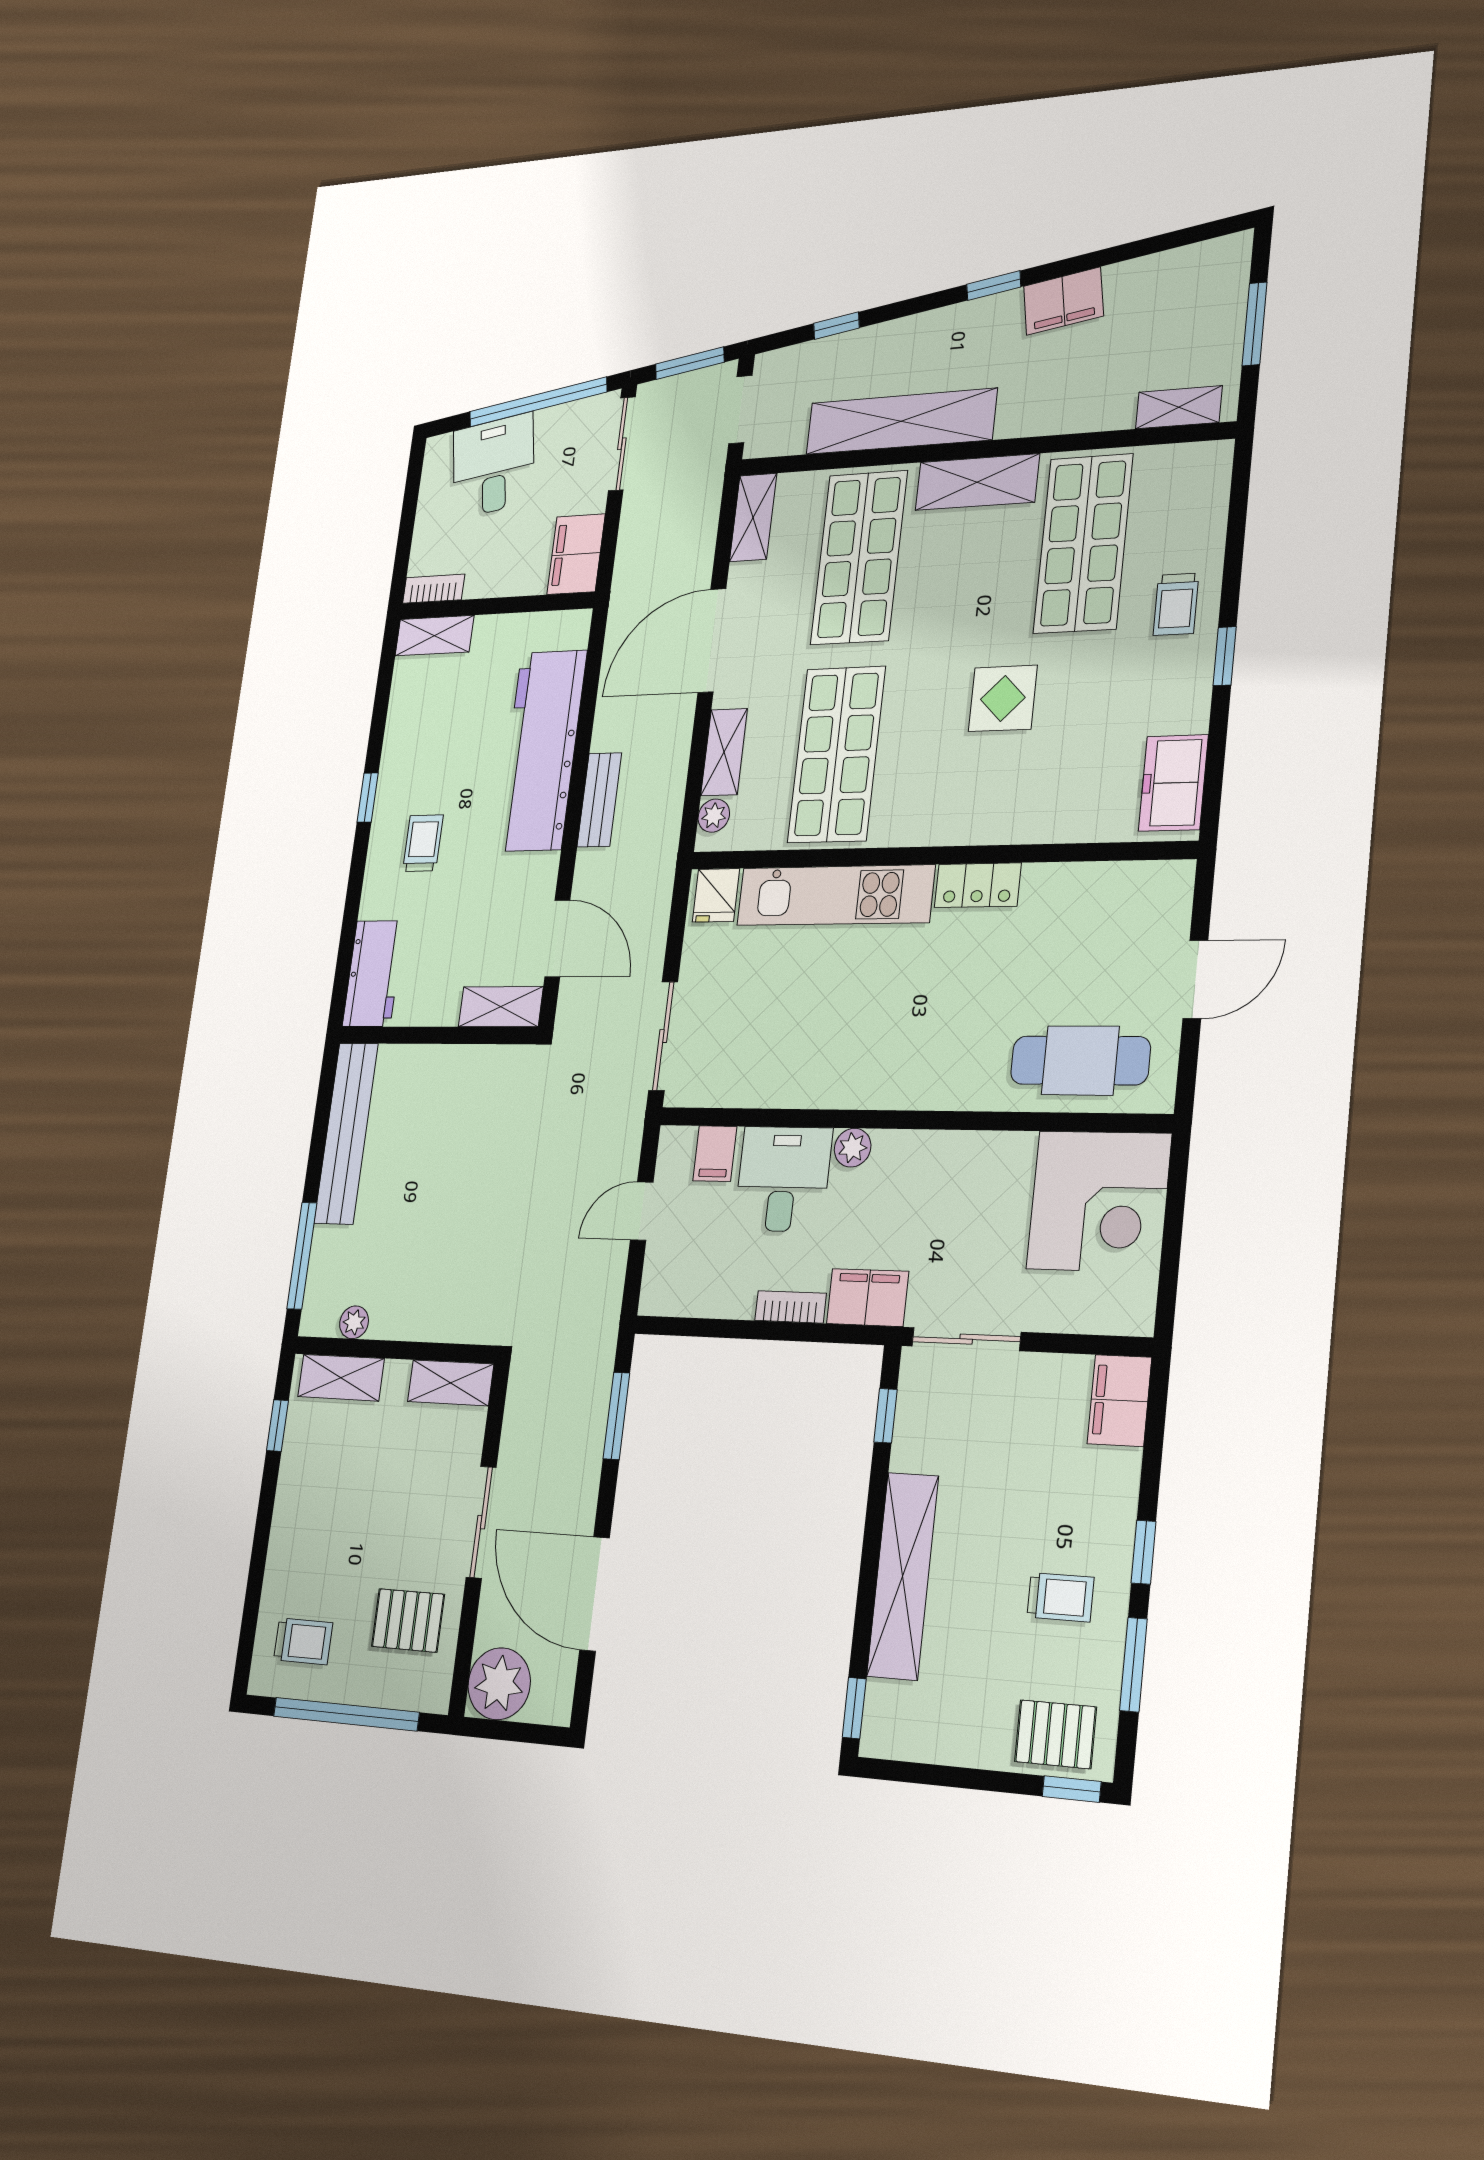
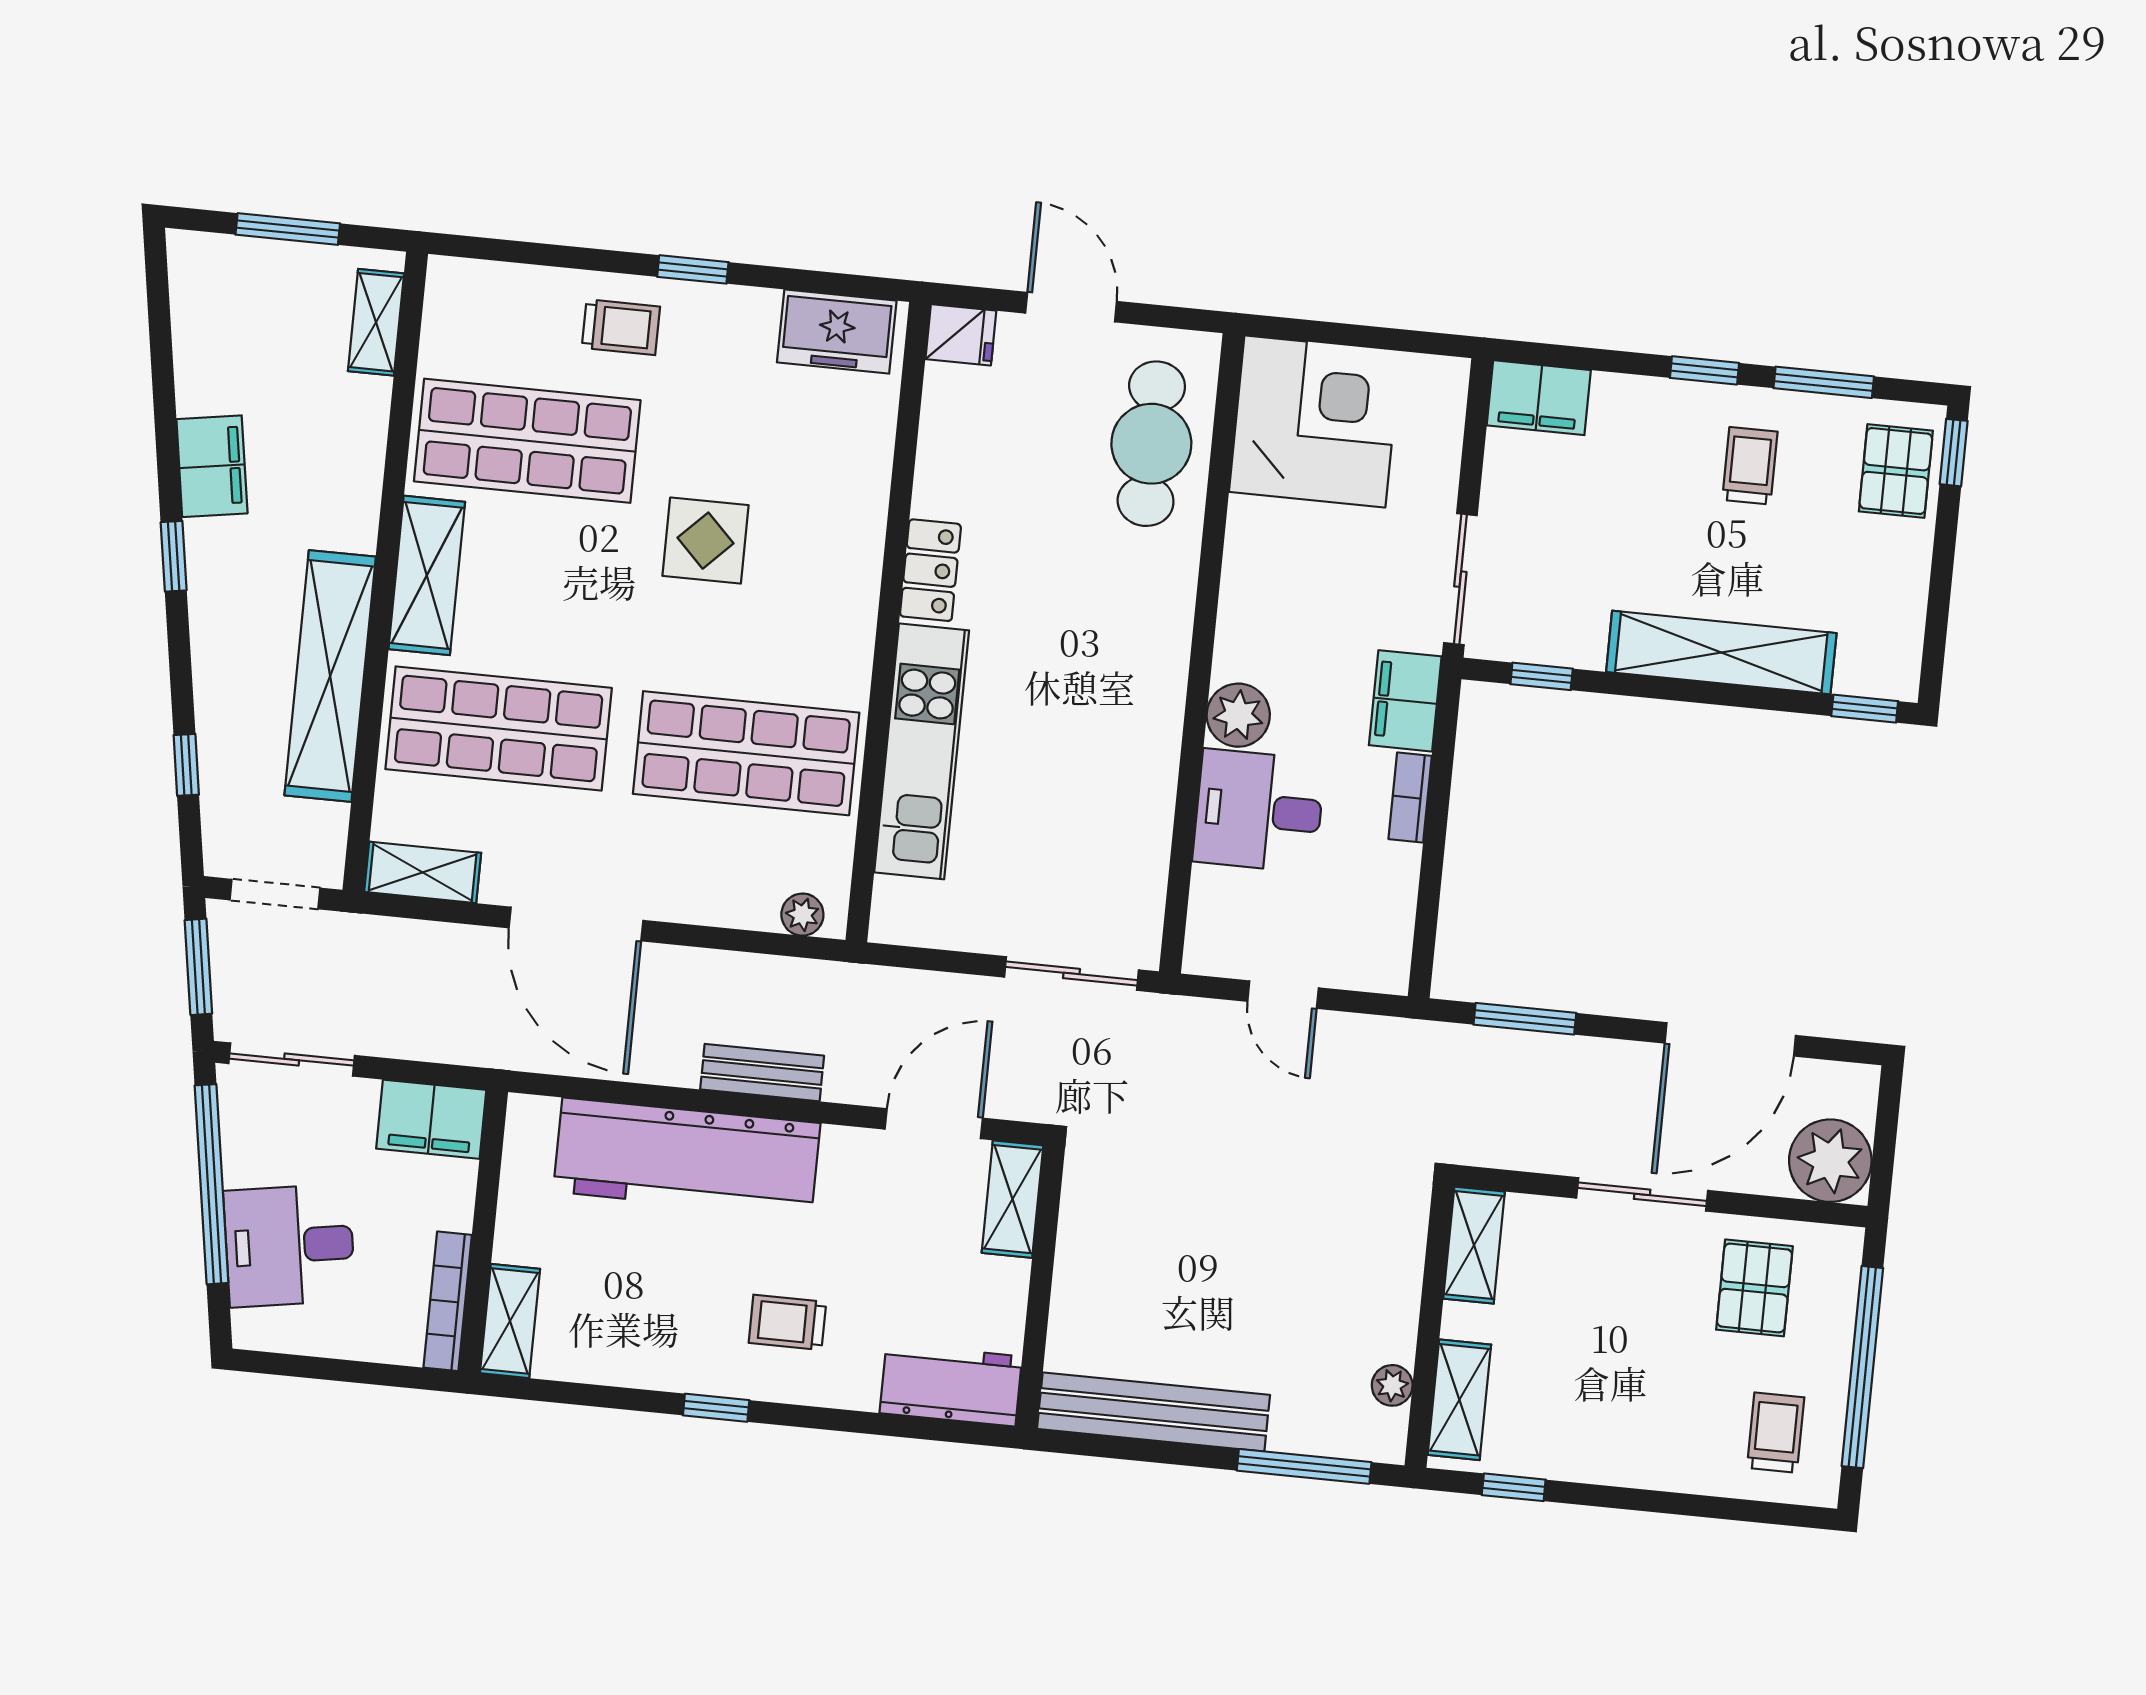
bookcase: (434, 589) -> (448, 1301), width x1.56
shelving: (724, 752) -> (723, 903), removed
fridge: (716, 895) -> (961, 335), moved
plant: (853, 1148) -> (1238, 715), width x1.38, depth x1.38
filing cabinet: (715, 1154) -> (1221, 900), removed

